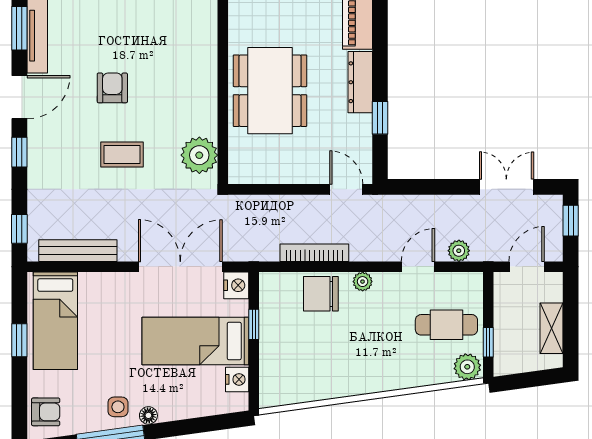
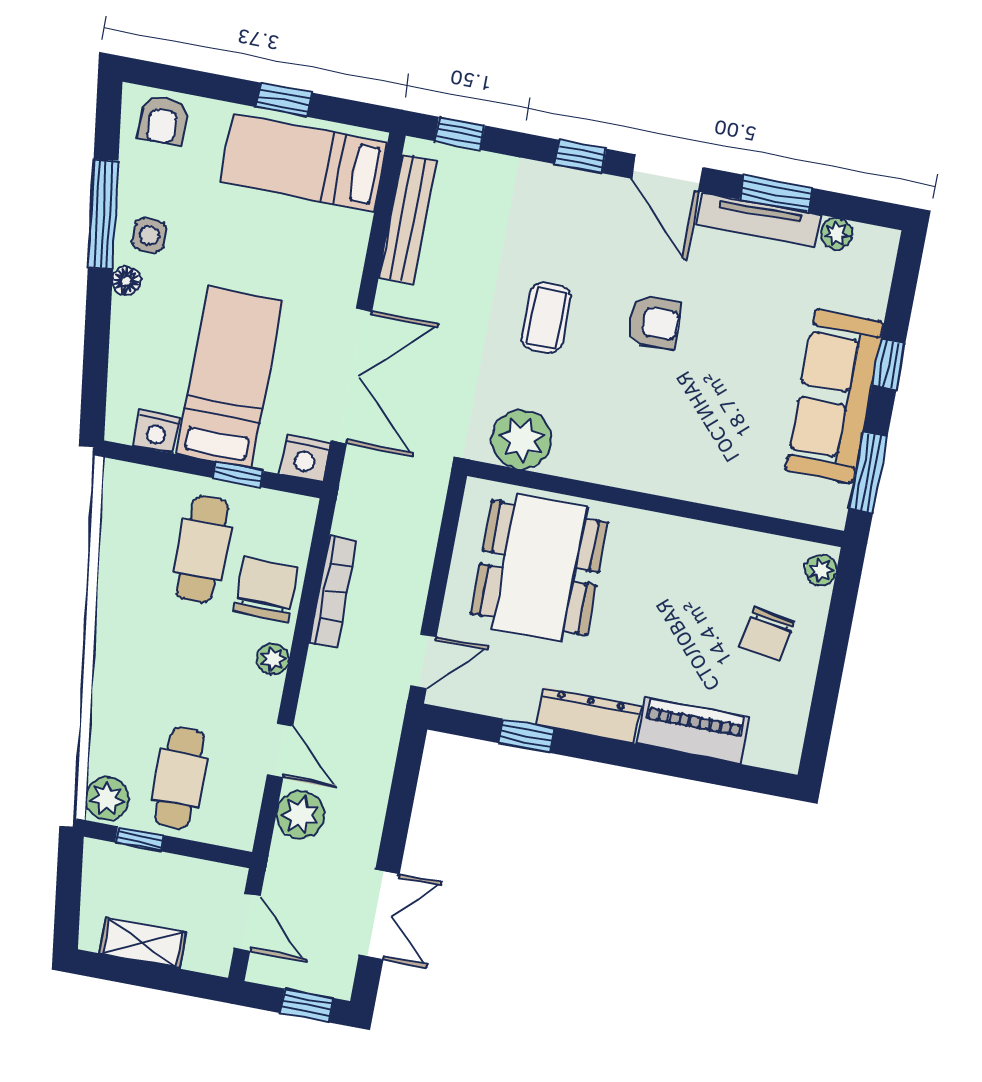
dining table: (270, 91) -> (539, 568), moved, turned 90
plant: (459, 251) -> (300, 815), width x1.38, depth x1.38
cafe table: (304, 338) -> (202, 550), added

